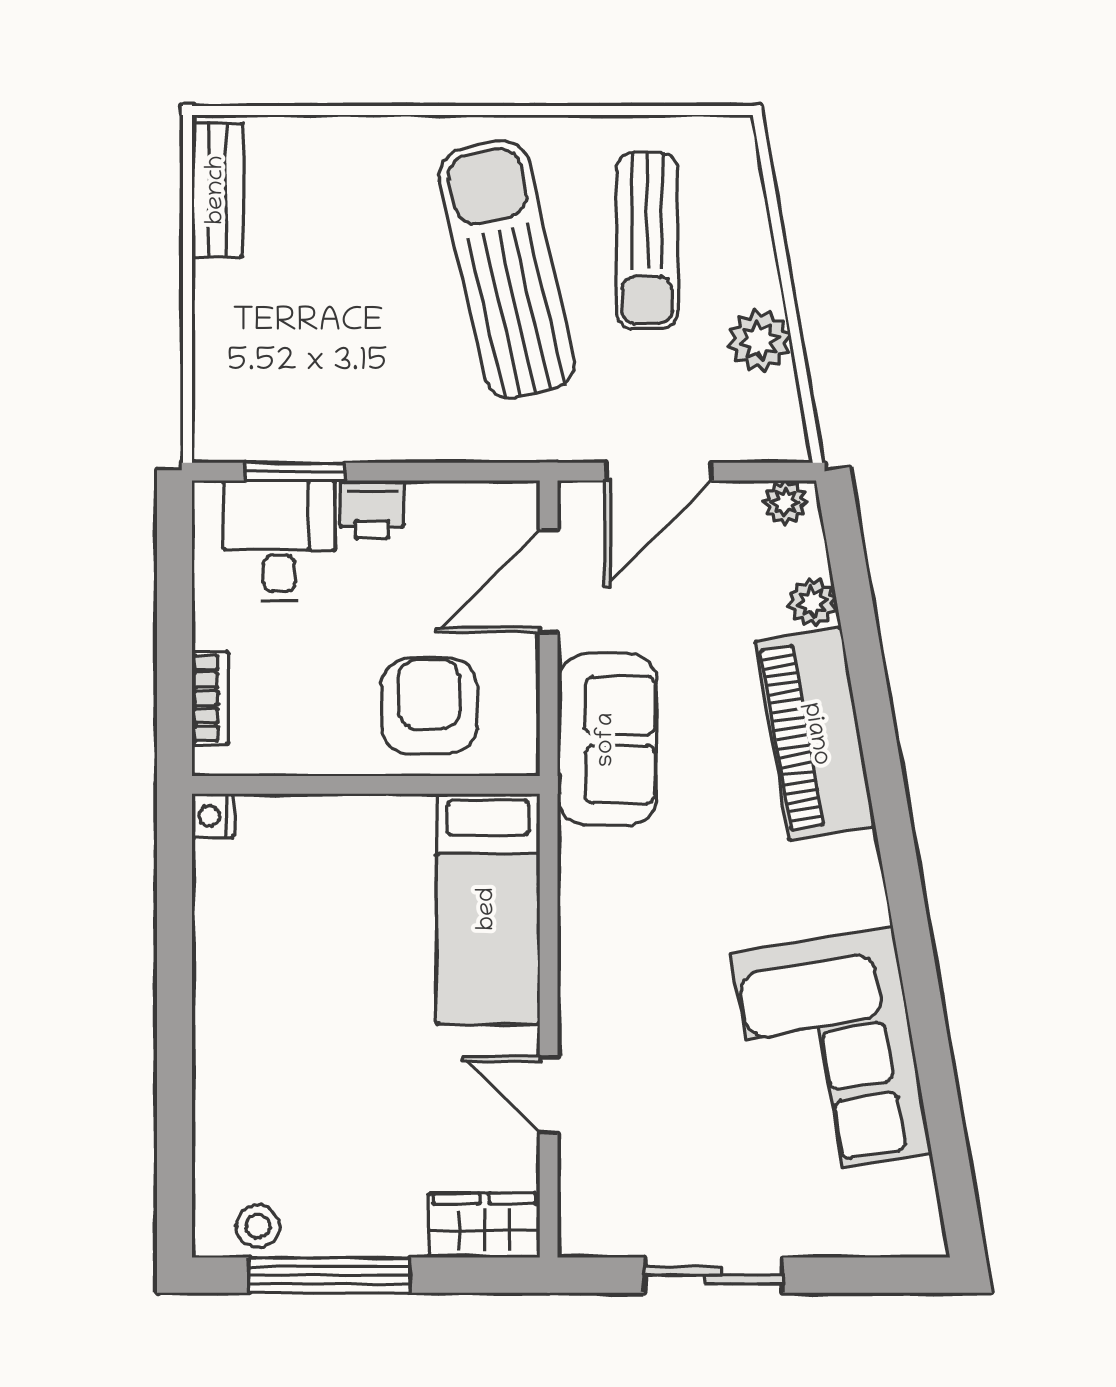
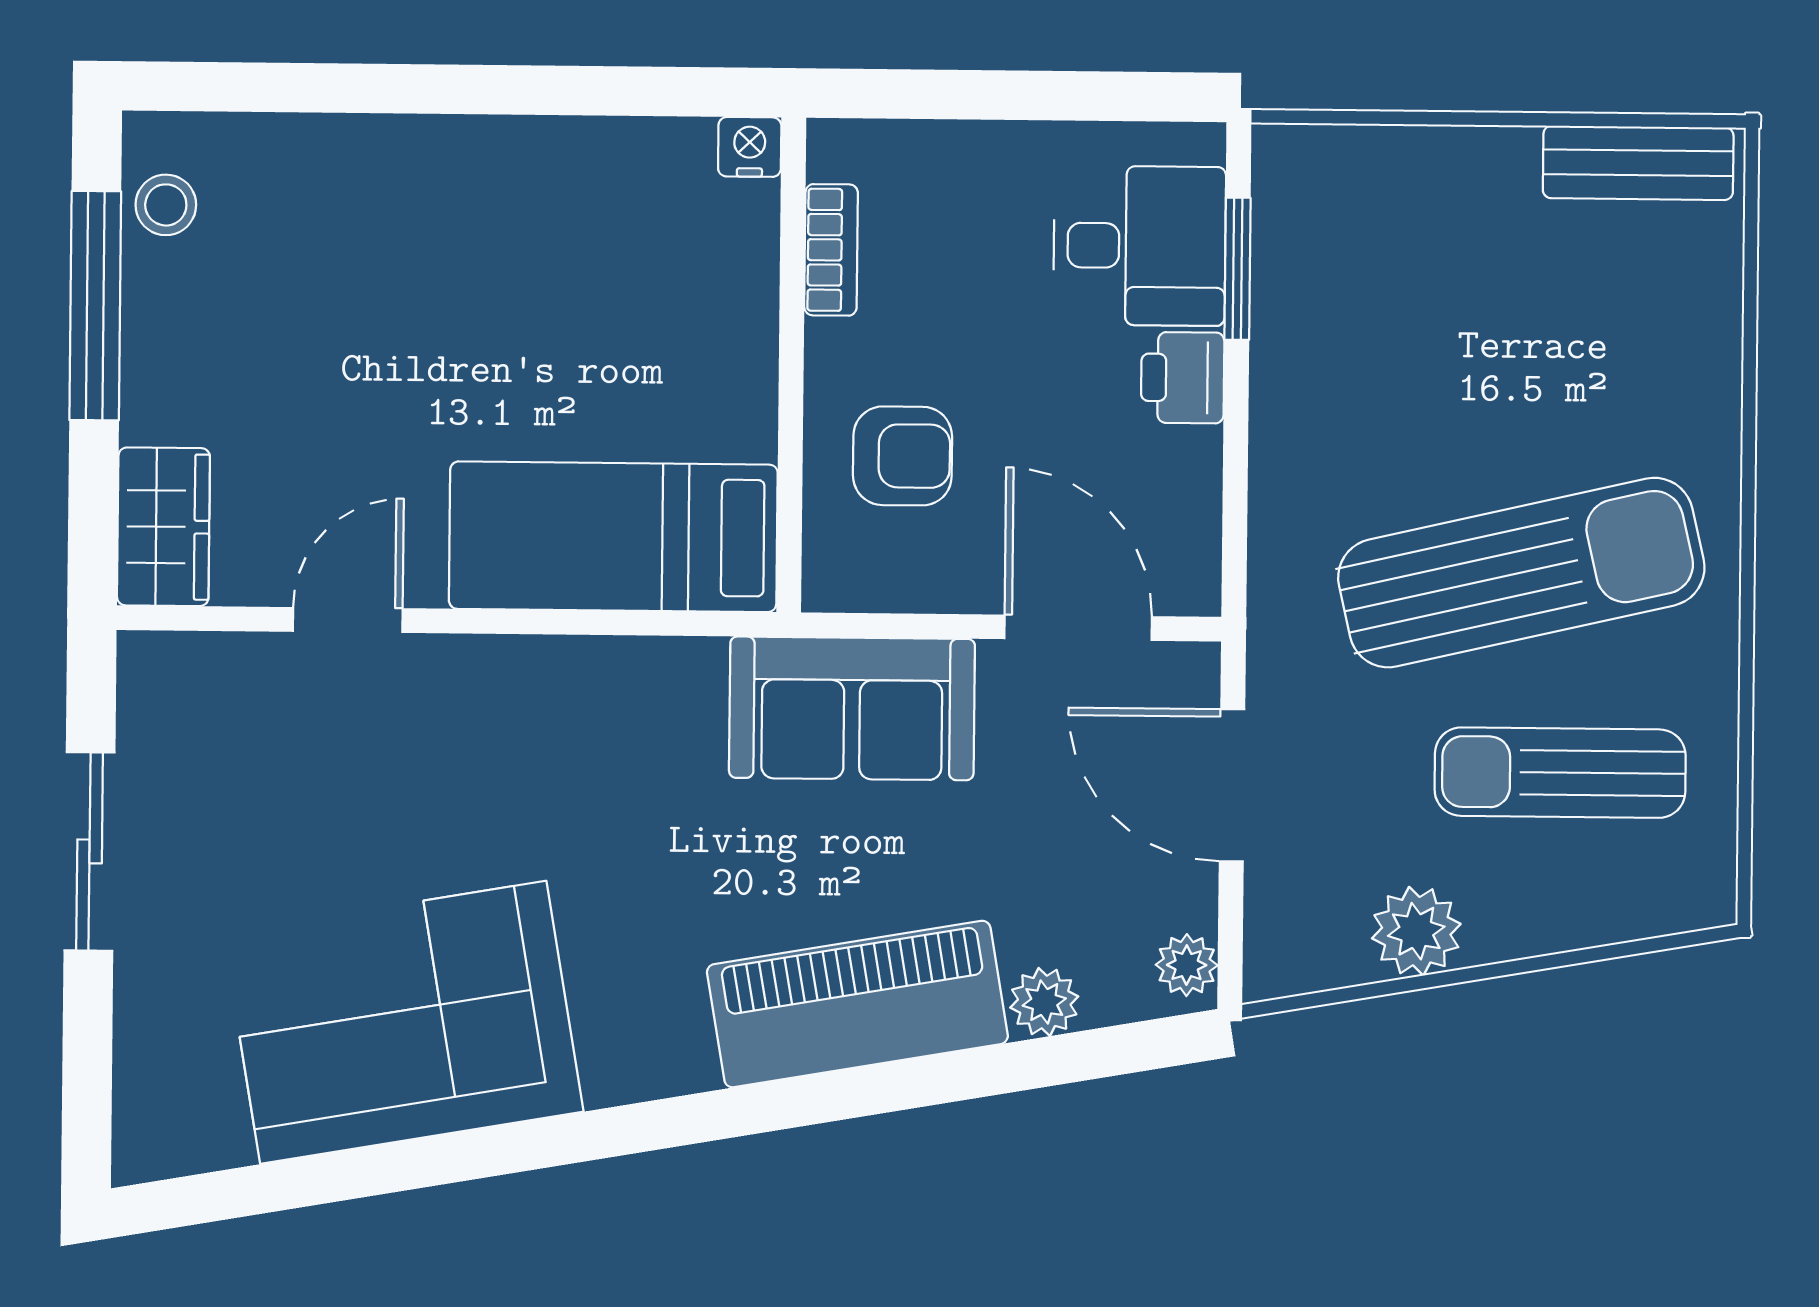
bookcase: (210, 698) -> (831, 250), moved, turned -90
armchair: (429, 706) -> (903, 456), width x0.72, depth x0.72

